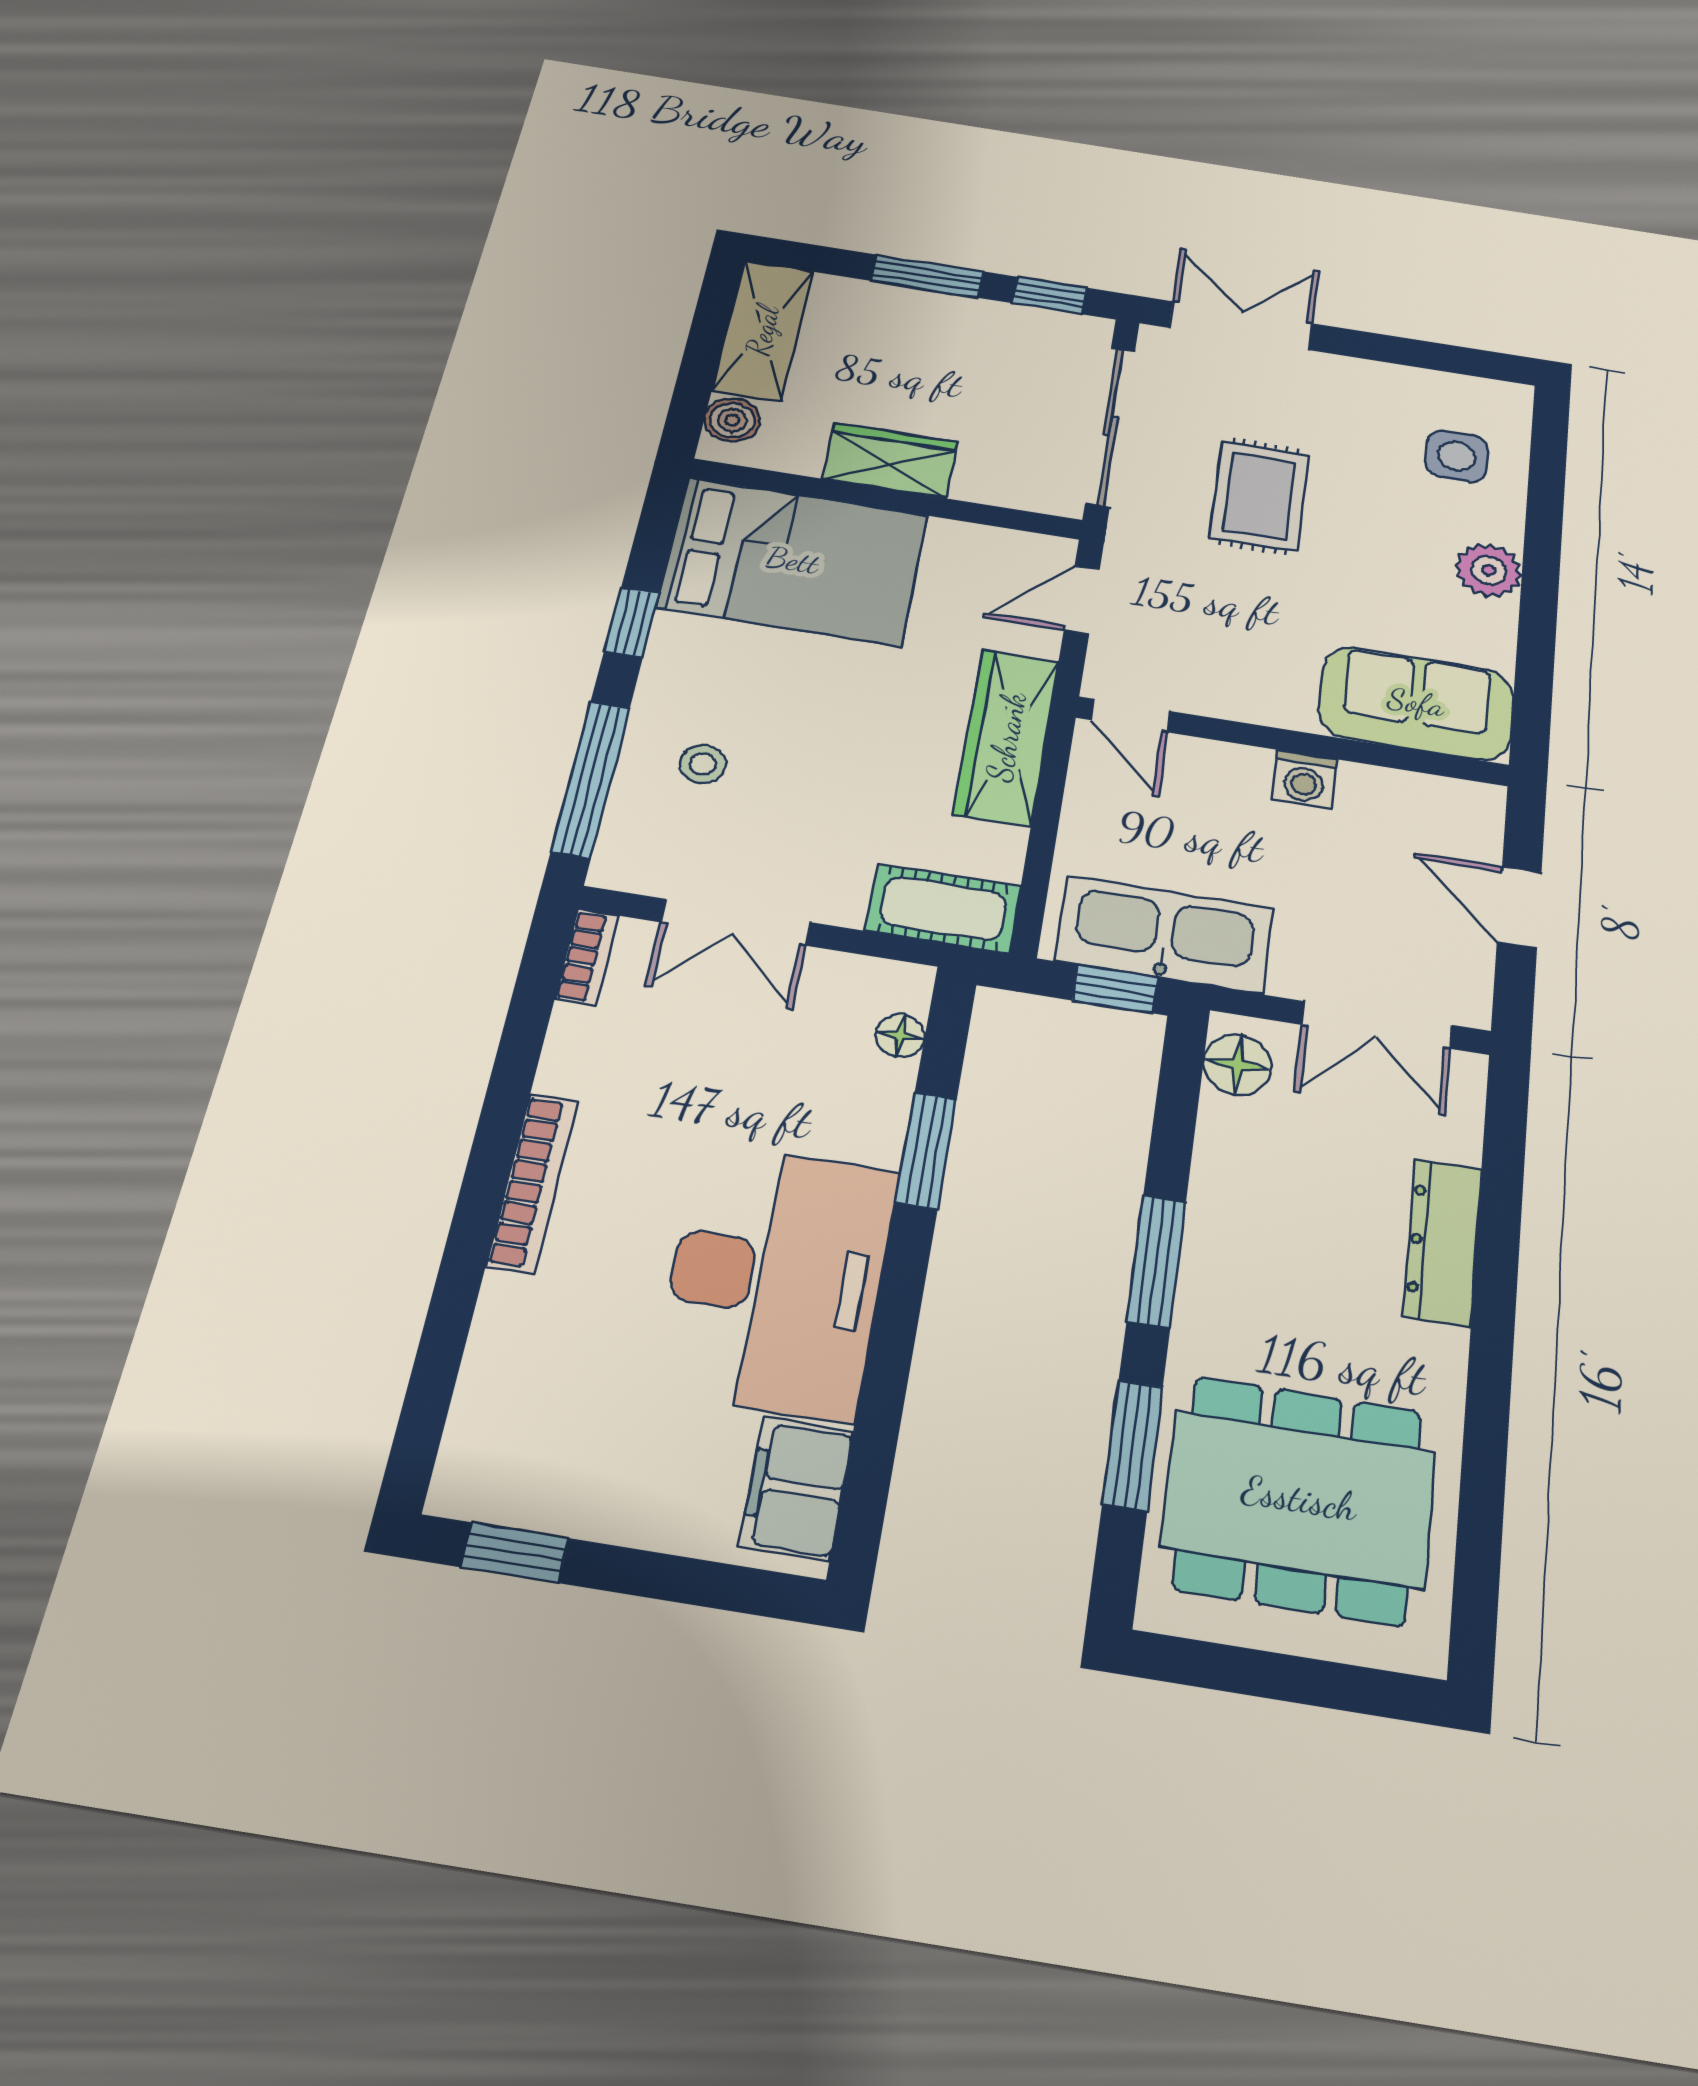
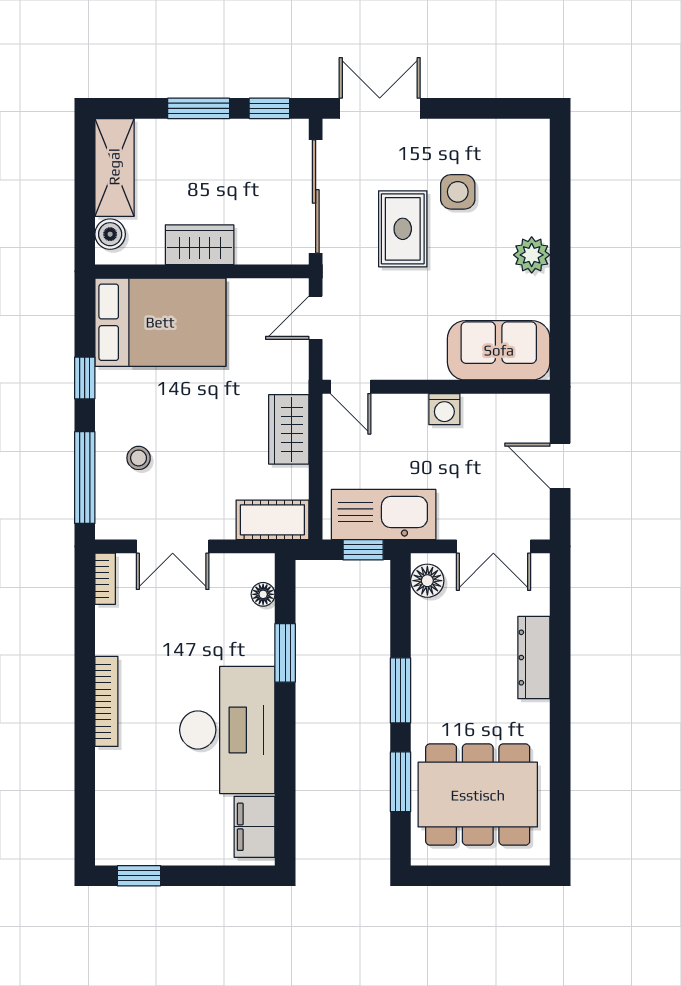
side table: (1457, 456) -> (458, 192), moved
wardrobe: (1007, 737) -> (289, 429), width x0.67

